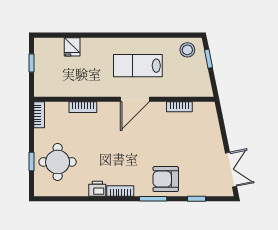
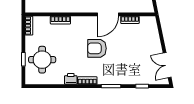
door: (135, 99) -> (108, 14), moved
double door: (231, 170) -> (167, 65), swing flipped
armchair: (166, 179) -> (97, 48), moved

